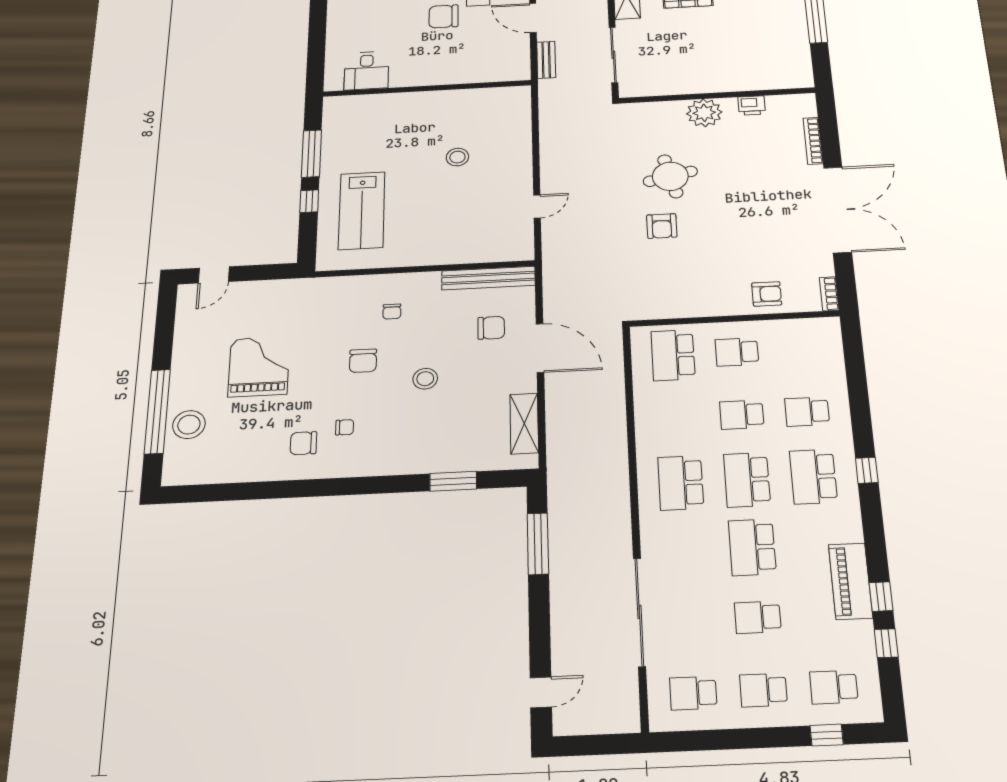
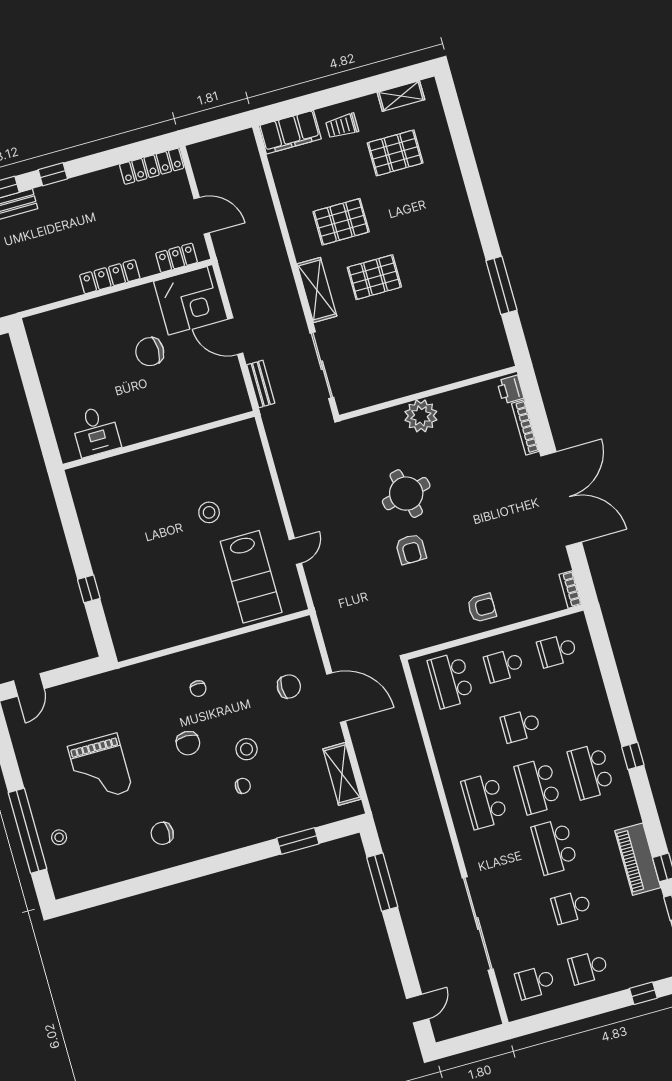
printer: (752, 105) -> (510, 389), moved, turned 90
window: (311, 154) -> (74, 536), removed
lab bench: (362, 211) -> (251, 577), moved
bench: (488, 278) -> (273, 636), removed
armchair: (767, 294) -> (482, 608), moved
grand piano: (259, 366) -> (100, 768), turned 180
school desk: (807, 412) -> (557, 651), moved
stool: (189, 425) -> (59, 837), width x0.53, depth x0.53
chair: (345, 427) -> (243, 786), moved
school desk: (834, 687) -> (641, 953), removed

